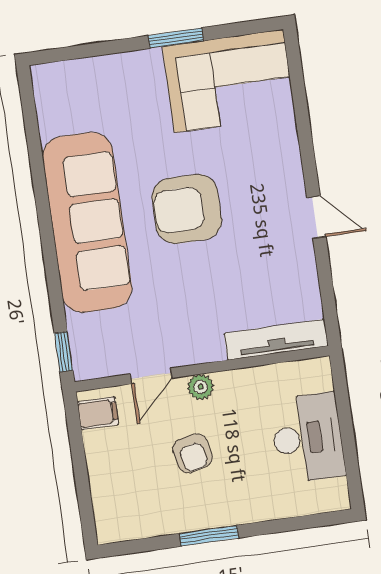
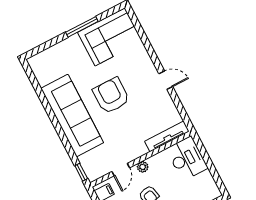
window: (176, 38) -> (82, 27), width x1.44
armchair: (187, 209) -> (111, 96), turned 90
desk: (308, 438) -> (187, 158), moved

